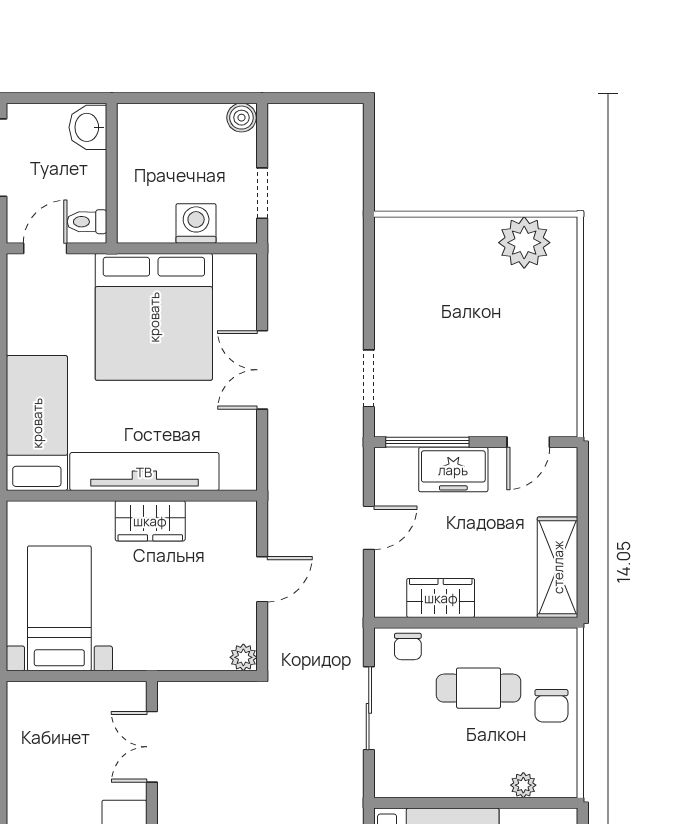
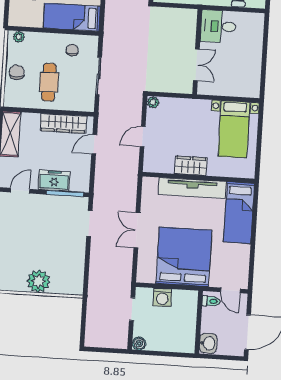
plant: (524, 243) -> (38, 281), moved
door: (45, 248) -> (230, 290), hinge flipped
double door: (262, 370) -> (137, 230), swing flipped
door: (369, 528) -> (94, 144), moved
wardrobe: (441, 598) -> (63, 123), width x1.50
chair: (408, 646) -> (72, 50), moved
cafe table: (478, 688) -> (49, 82), turned 90
plant: (523, 785) -> (19, 37), moved

